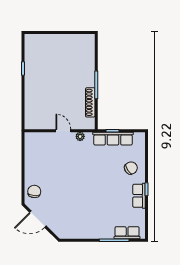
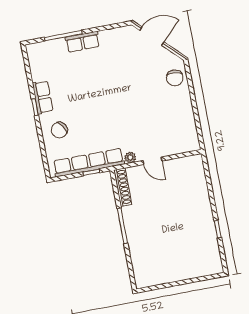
shoe rack: (90, 102) -> (123, 187), moved
row of seats: (113, 139) -> (89, 163), width x1.36
door: (38, 219) -> (152, 36), moved
row of seats: (127, 233) -> (82, 42), moved

